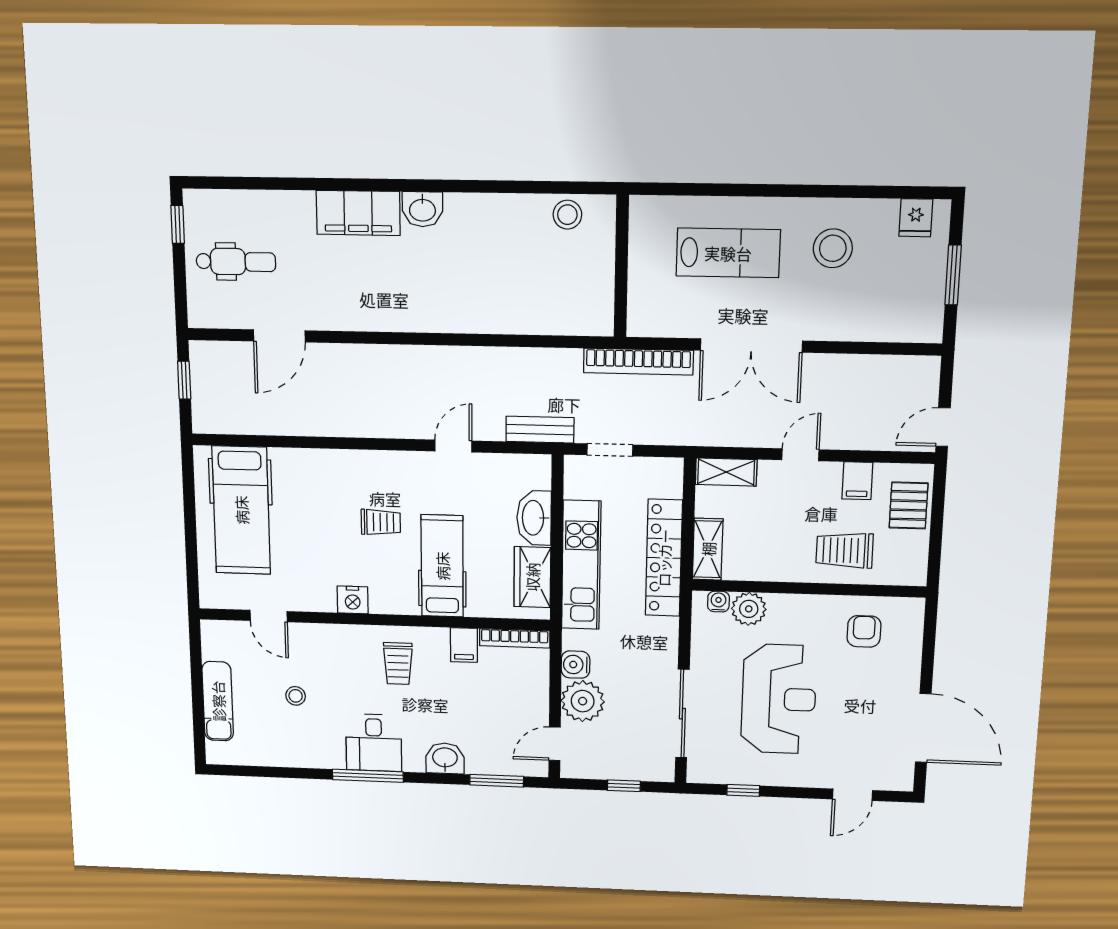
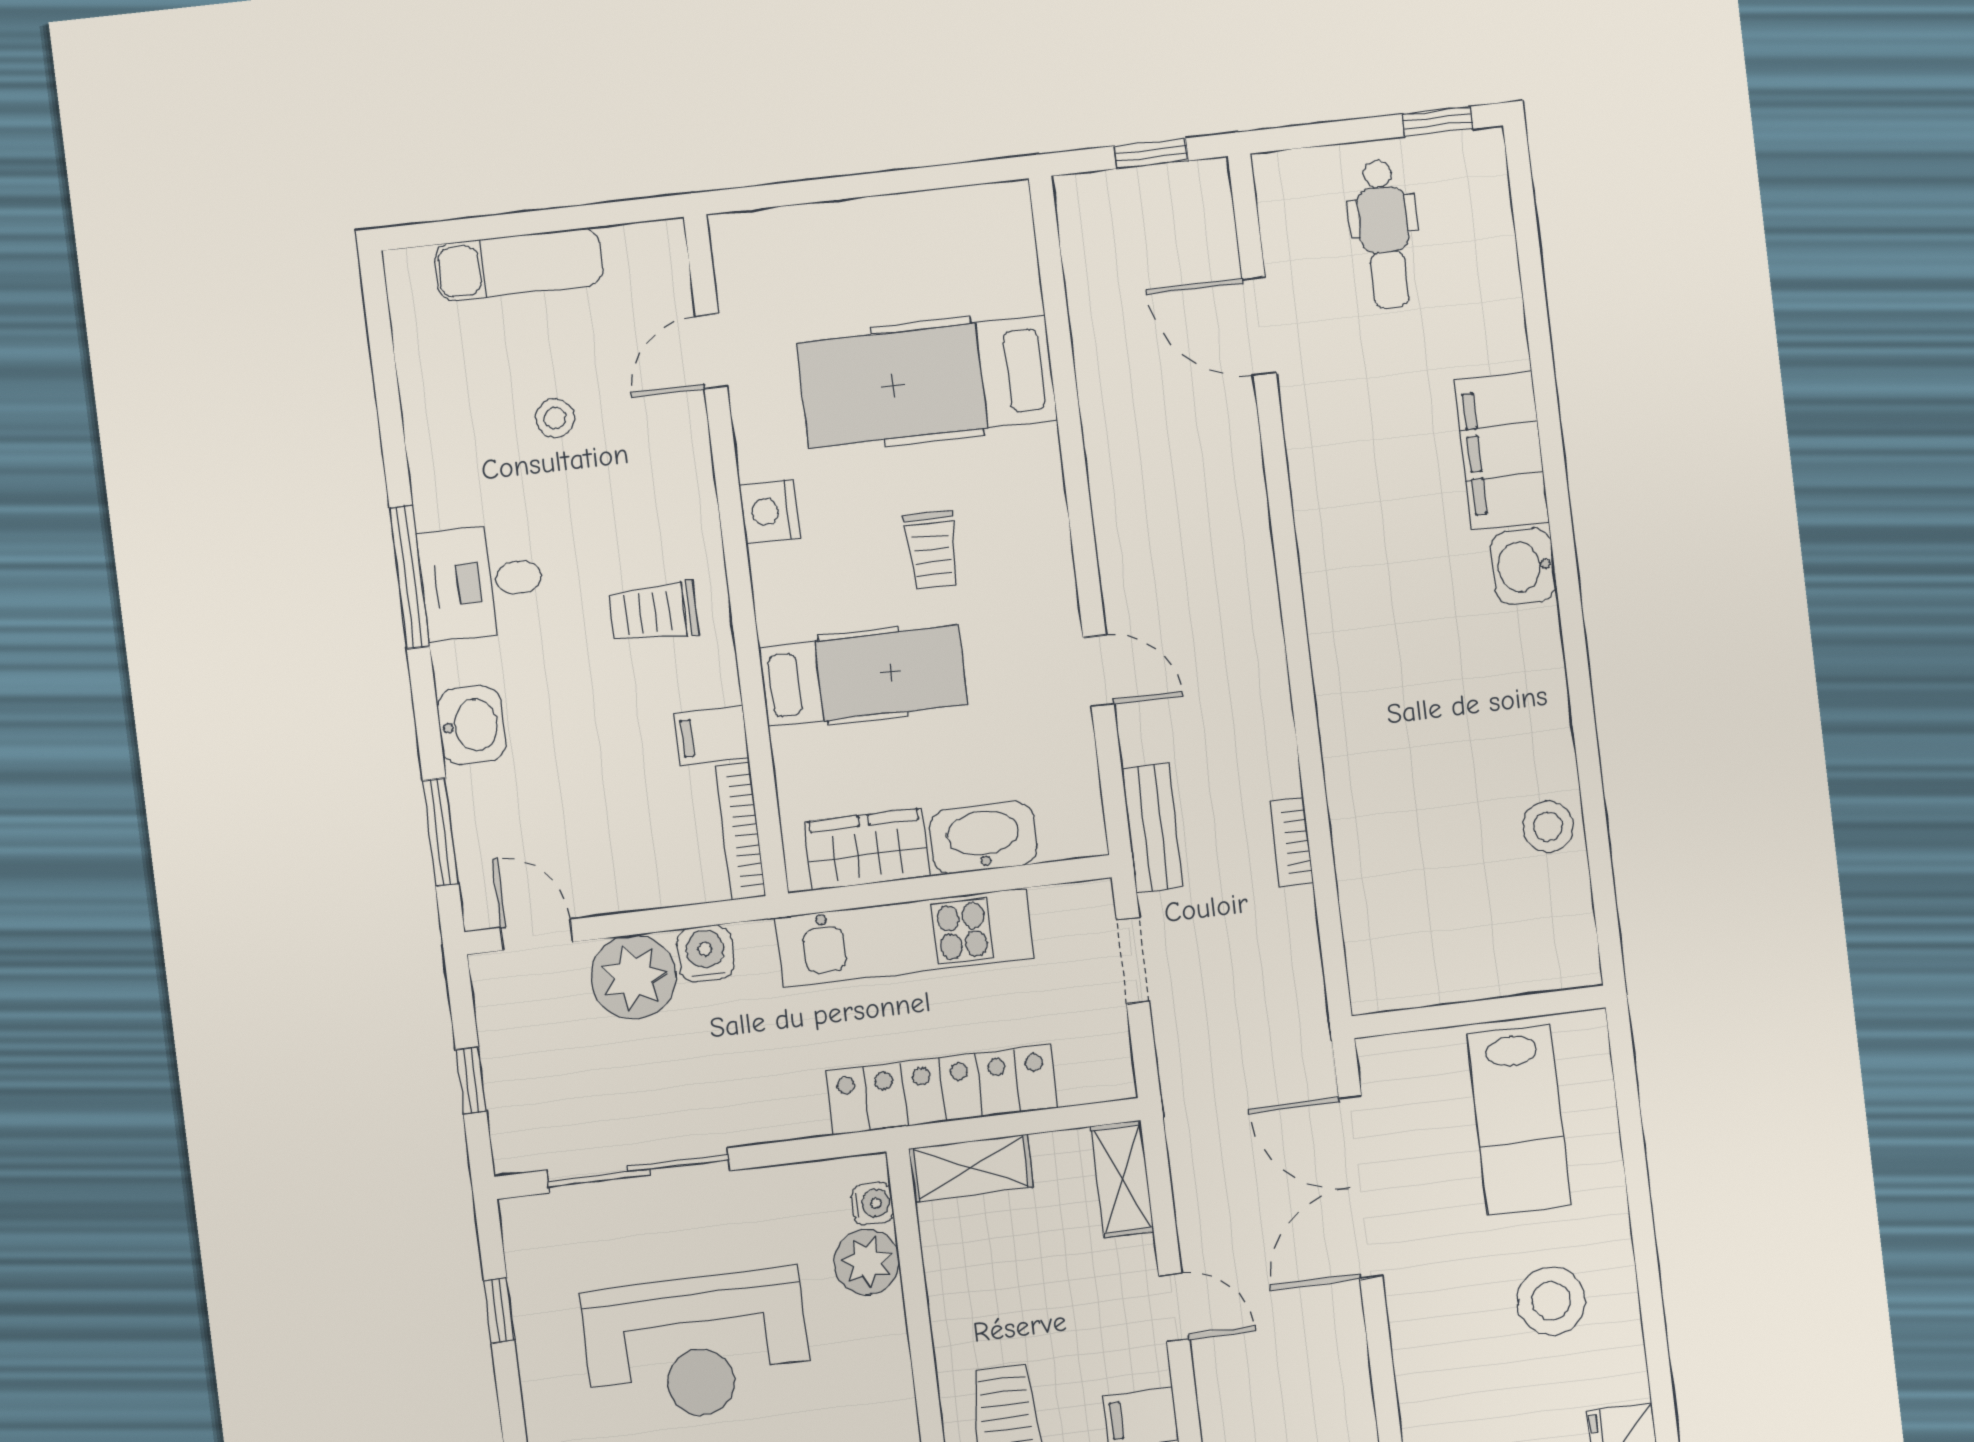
wall: (621, 266) -> (1479, 1012), moved
bookcase: (638, 362) -> (1292, 842), moved, width x0.43, depth x0.76
hospital bed: (241, 510) -> (927, 381), moved

